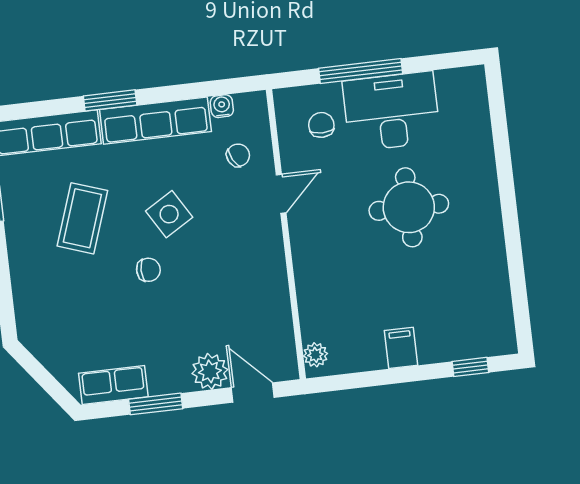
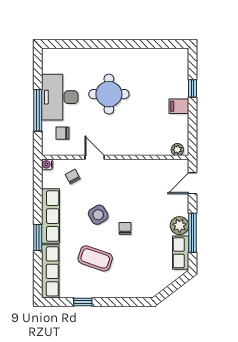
water cooler: (222, 106) -> (47, 164), moved
window: (470, 367) -> (193, 88), moved
plant: (210, 371) -> (180, 226), moved
window: (156, 404) -> (193, 233), width x1.44

